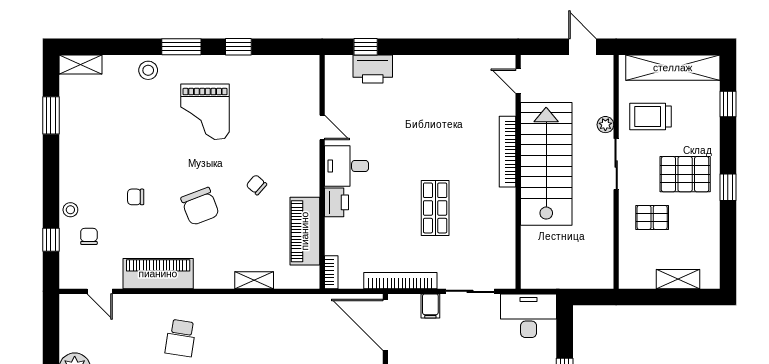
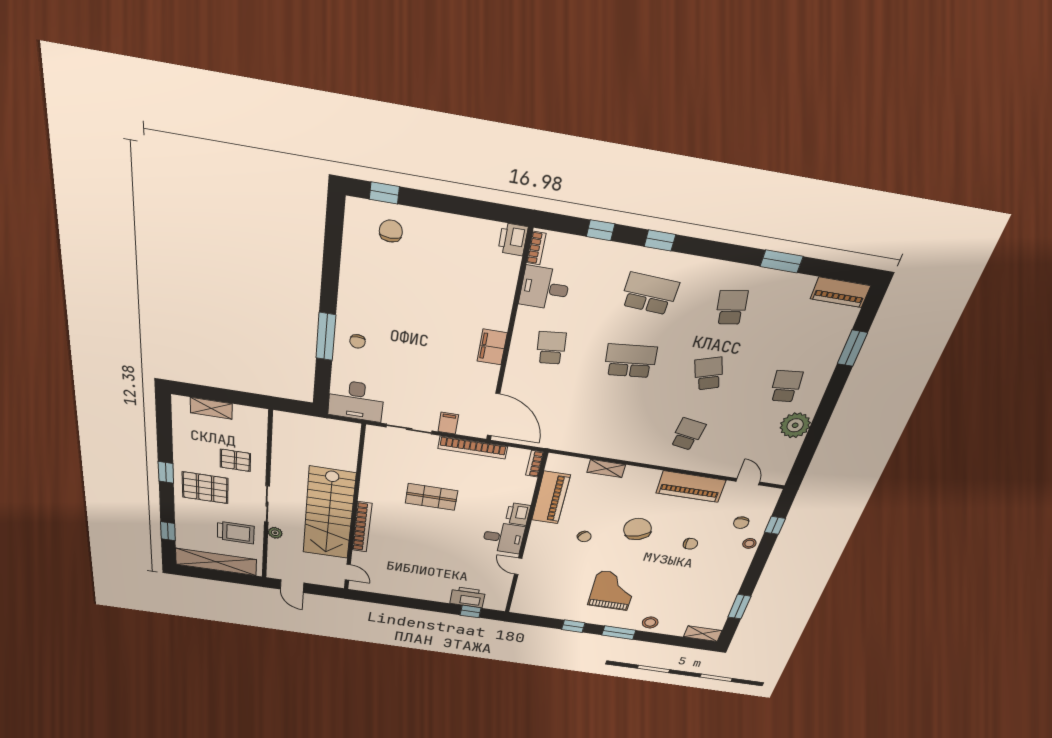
shop shelf: (435, 208) -> (432, 497), turned 90

